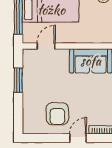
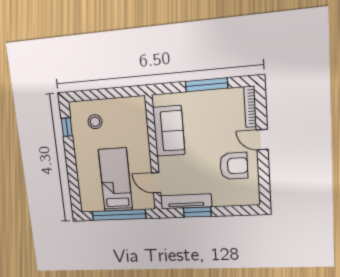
tv unit: (28, 71) -> (186, 201), added

